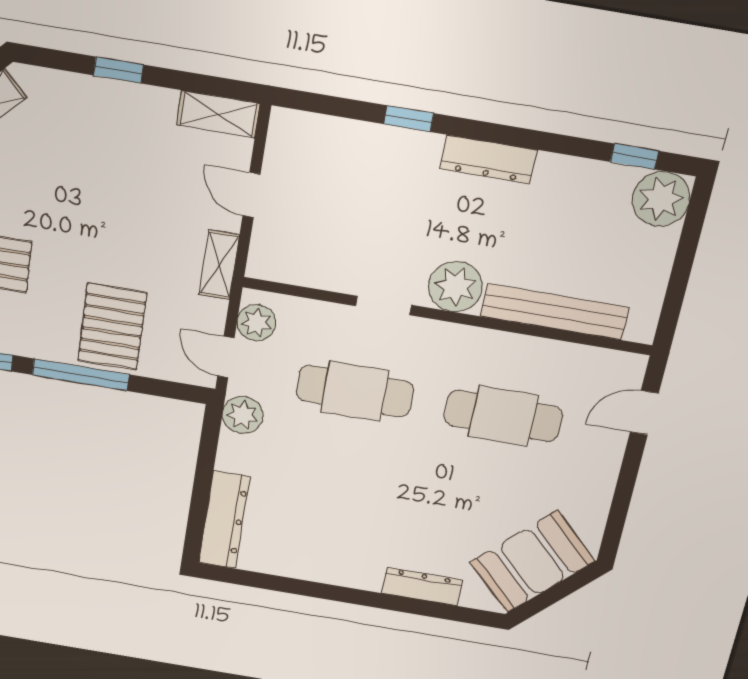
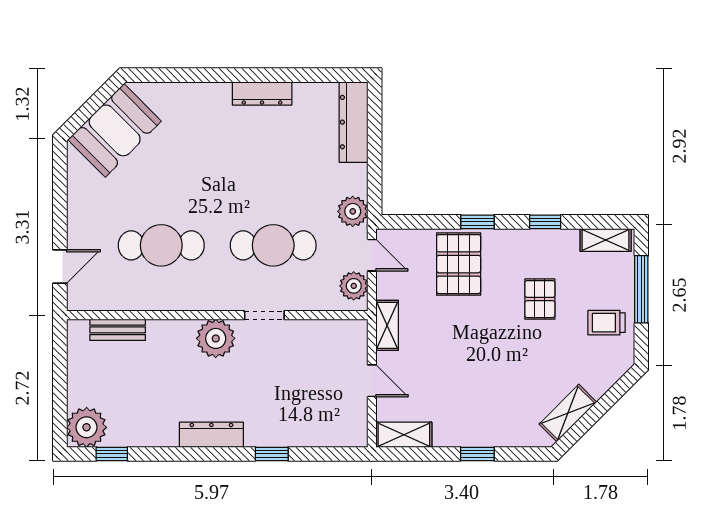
bench: (555, 312) -> (118, 330), width x0.54, depth x0.82
window: (81, 375) -> (477, 222), width x0.46
dresser: (422, 587) -> (262, 93), moved

